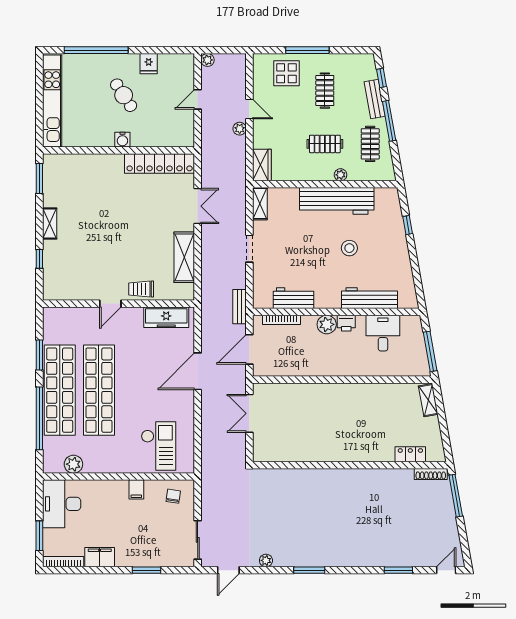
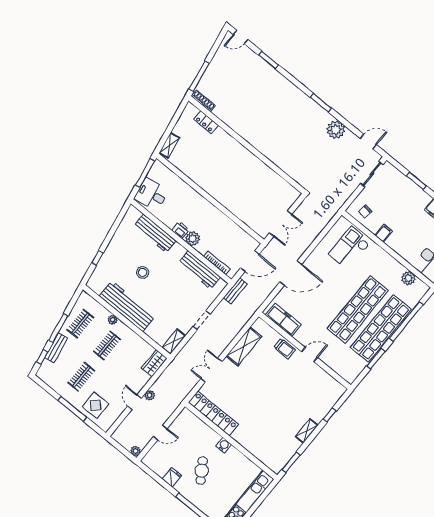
clothes rail: (325, 144) -> (107, 345), turned 90
workbench: (294, 298) -> (199, 270), width x1.37
desk: (383, 333) -> (151, 194), moved, turned 80
plant: (266, 560) -> (336, 130), width x1.88, depth x1.88

